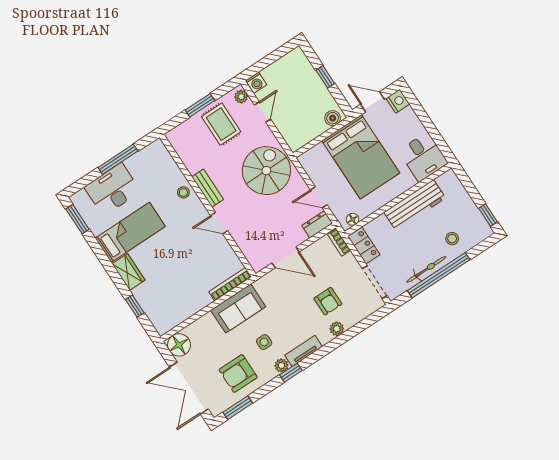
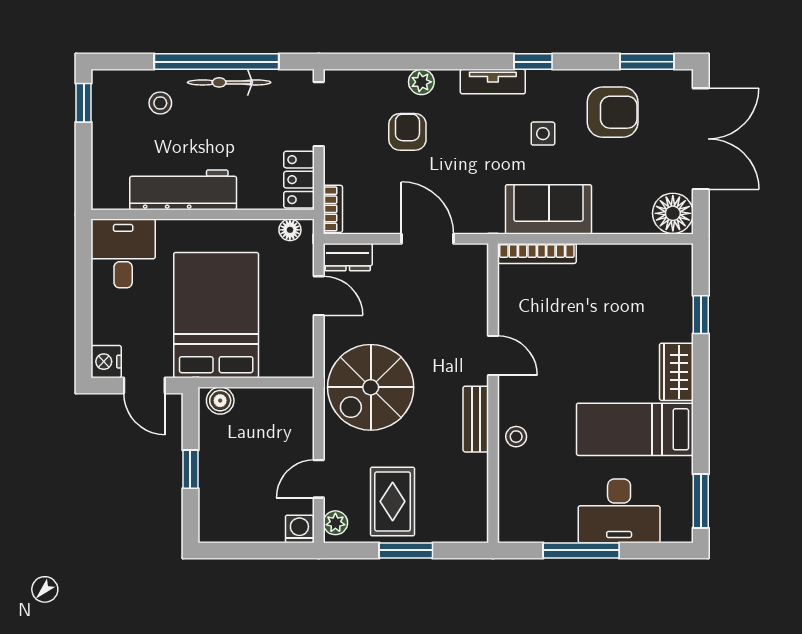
plant: (281, 365) -> (540, 82), removed

